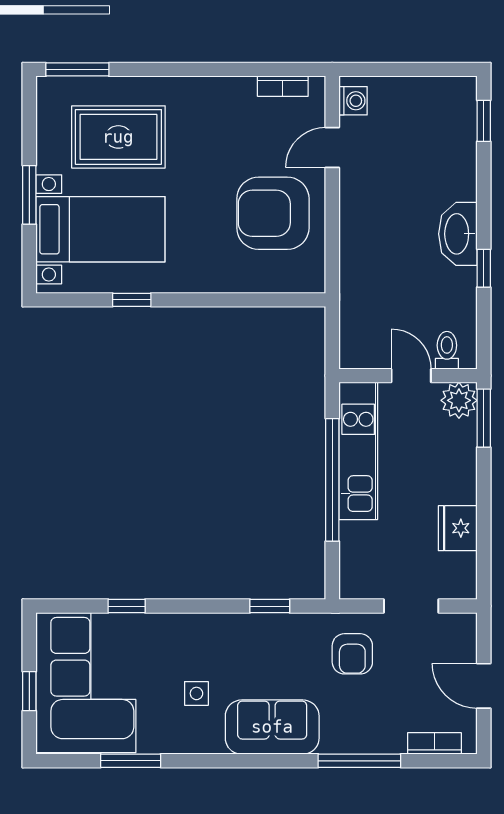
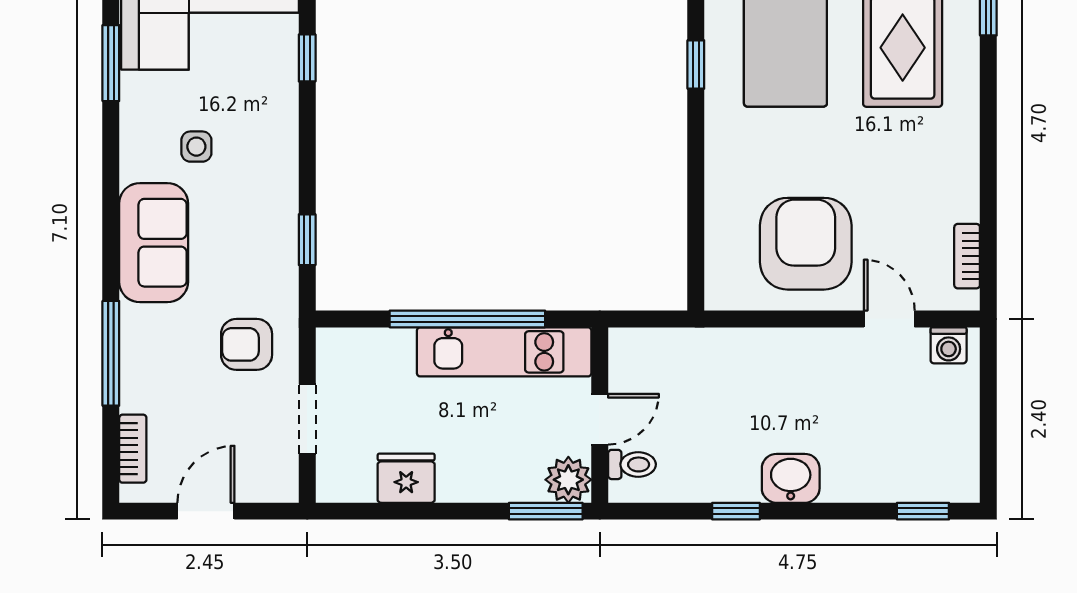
washbasin: (458, 234) -> (791, 478), width x0.72

